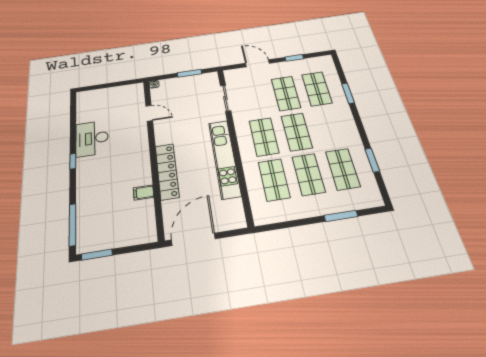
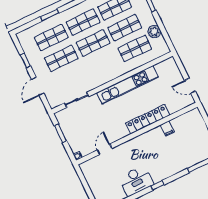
shop shelf: (264, 137) -> (83, 22), moved
plant: (292, 211) -> (154, 31), added
door: (193, 239) -> (190, 86), width x0.53

